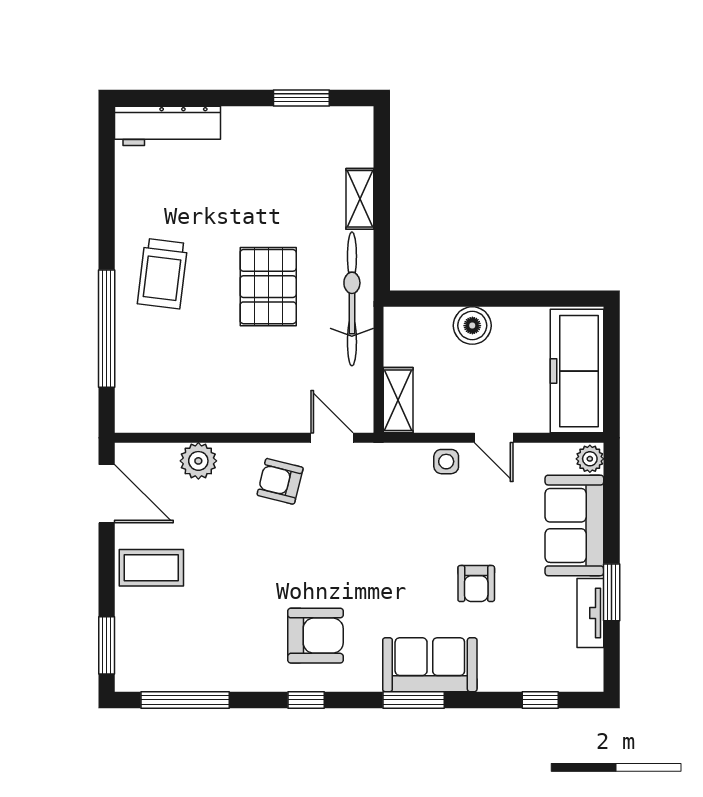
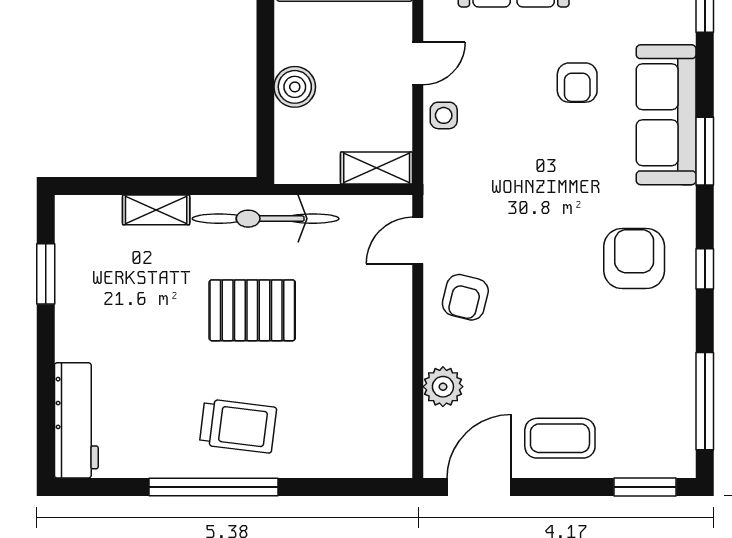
window: (107, 329) -> (213, 487), moved
coffee table: (151, 568) -> (560, 438), turned 90
armchair: (476, 584) -> (577, 83), turned 90
sofa: (430, 665) -> (666, 115), width x1.36

